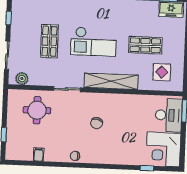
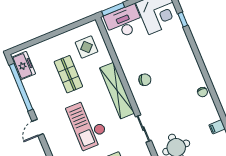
checkout: (94, 42) -> (87, 124), turned 180
chair: (97, 123) -> (145, 80), moved

